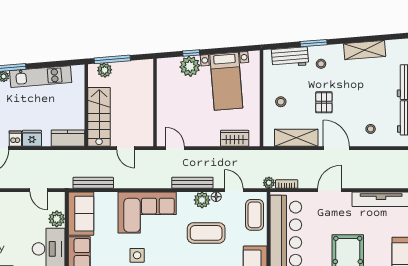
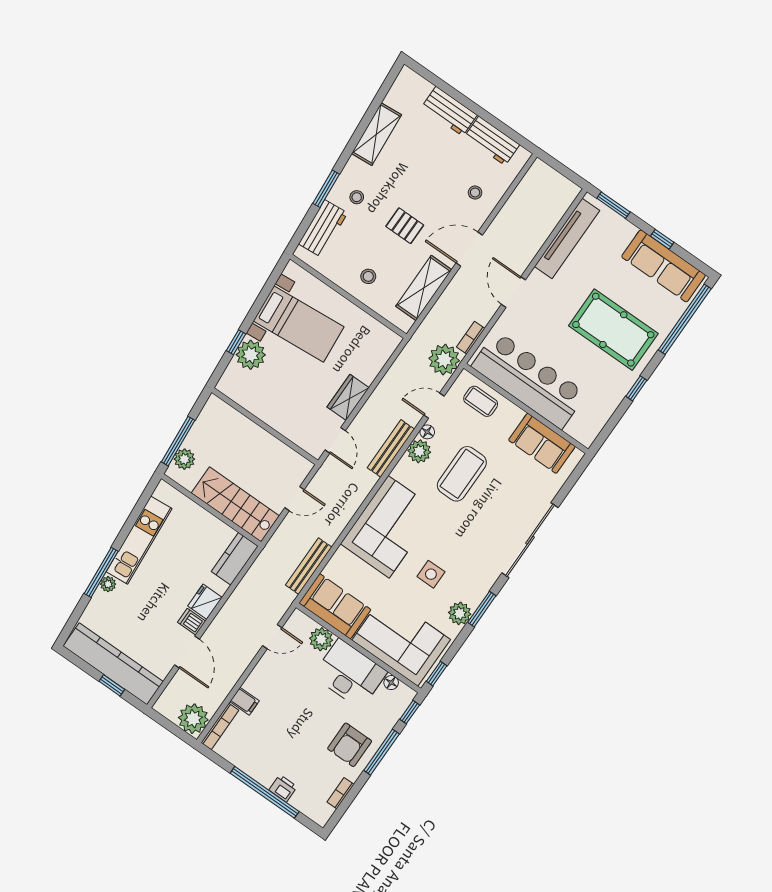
wardrobe: (235, 138) -> (348, 397), moved
door: (175, 148) -> (335, 440), swing flipped
plant: (269, 183) -> (444, 360), width x1.87, depth x1.87
coffee table: (255, 215) -> (481, 401), width x0.73, depth x0.77

